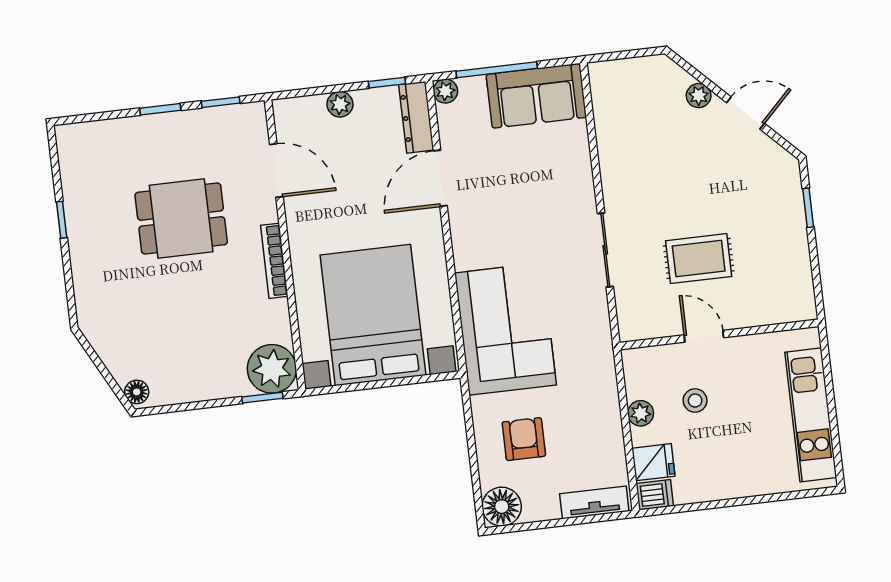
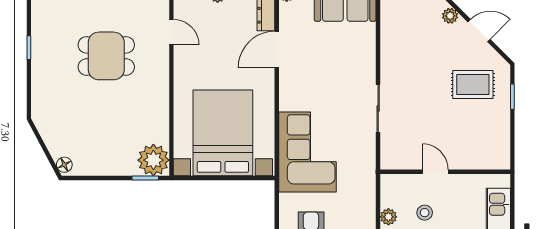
door: (276, 170) -> (171, 32), width x0.73
rug: (699, 259) -> (473, 84), moved
bookcase: (274, 261) -> (163, 90), removed

